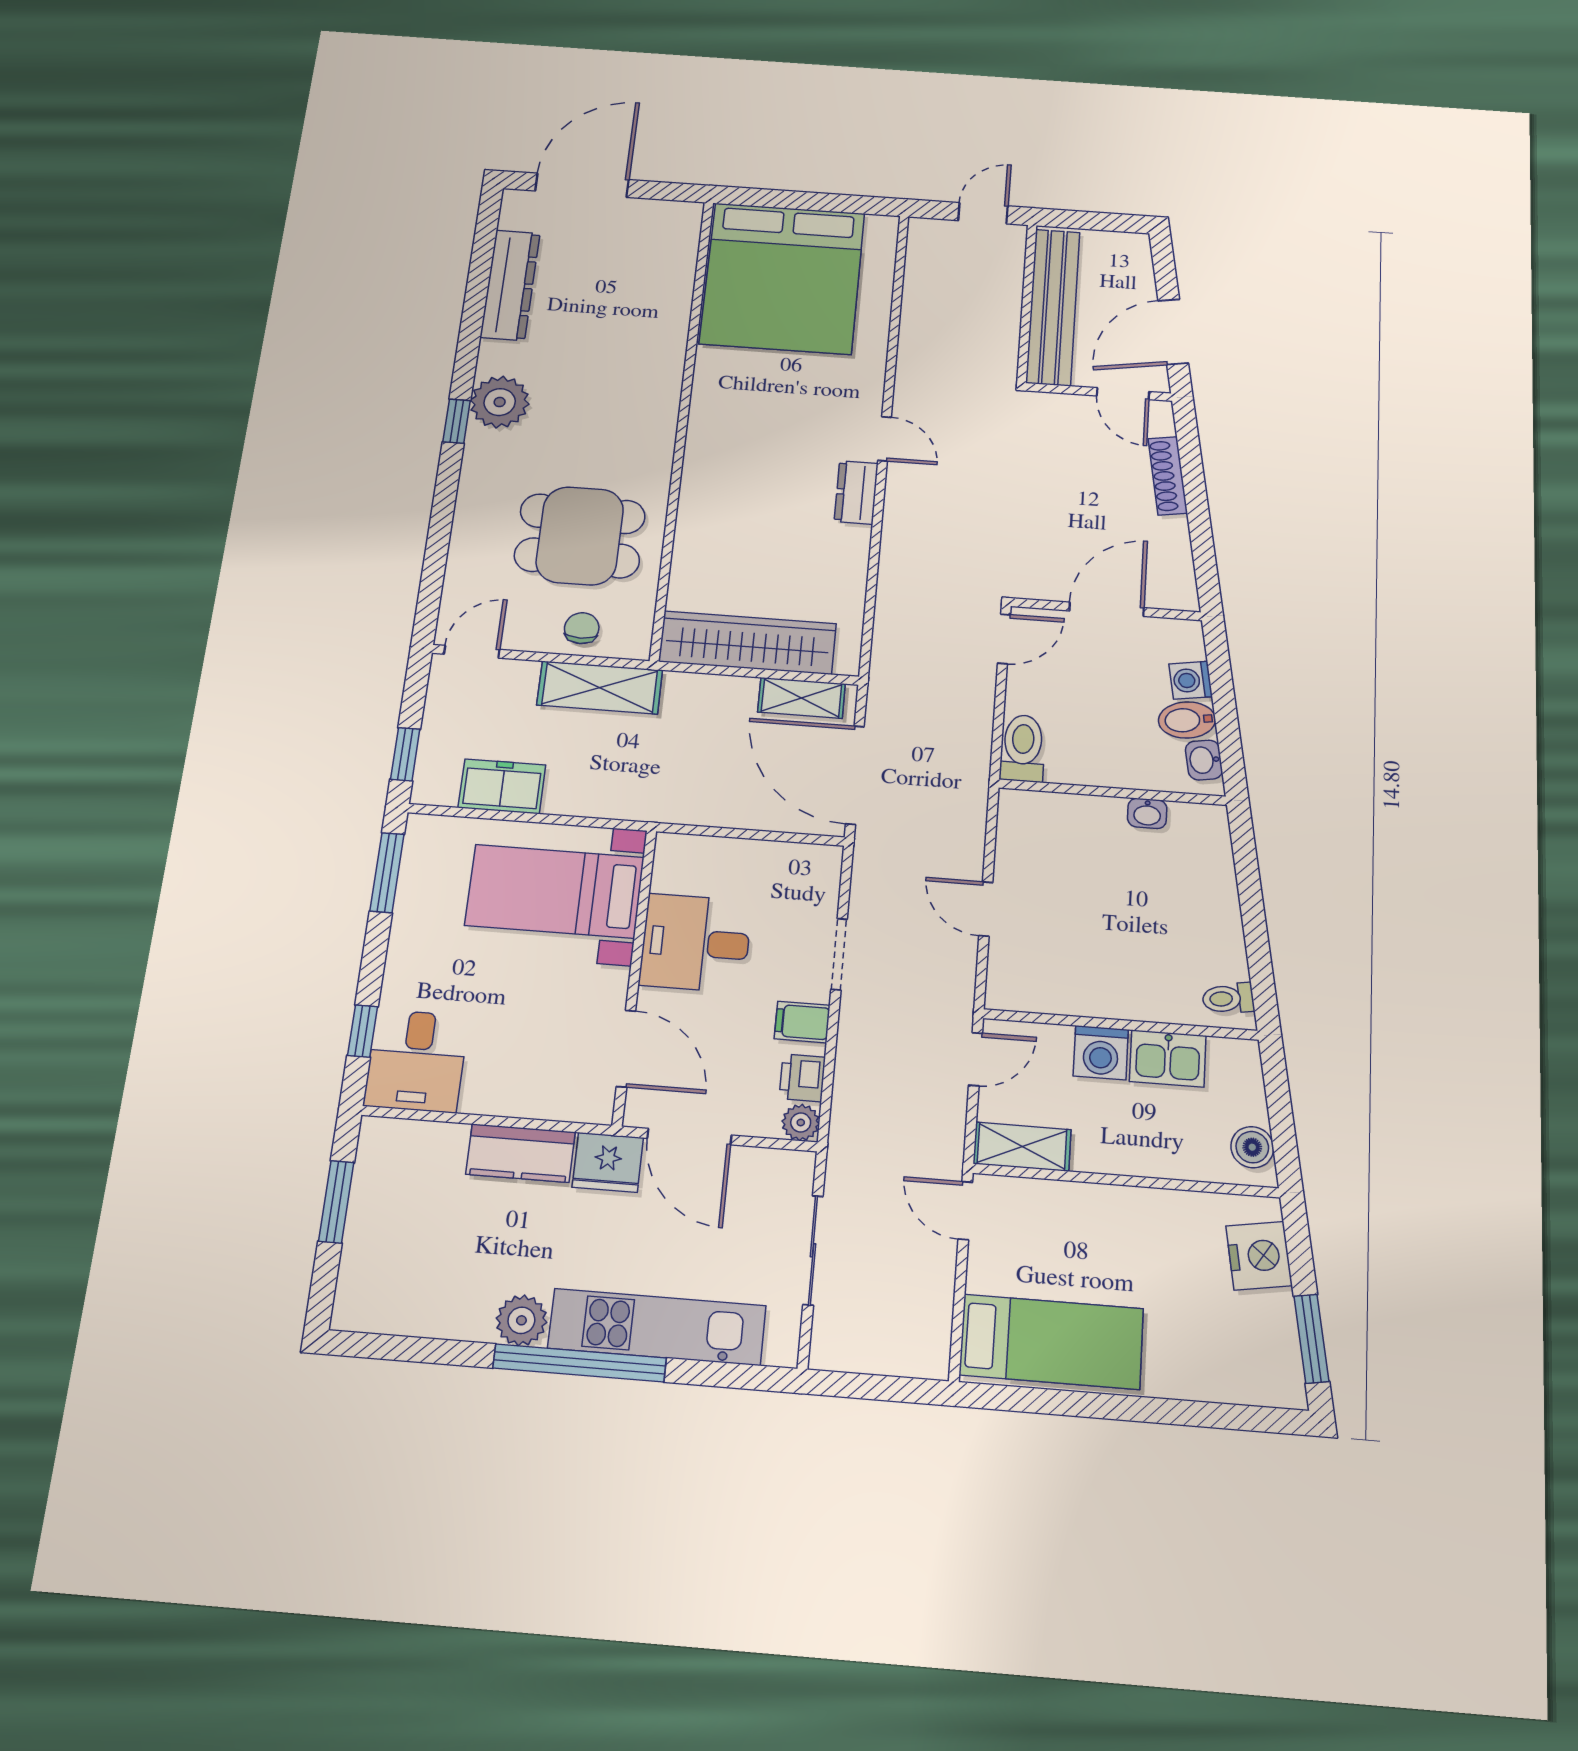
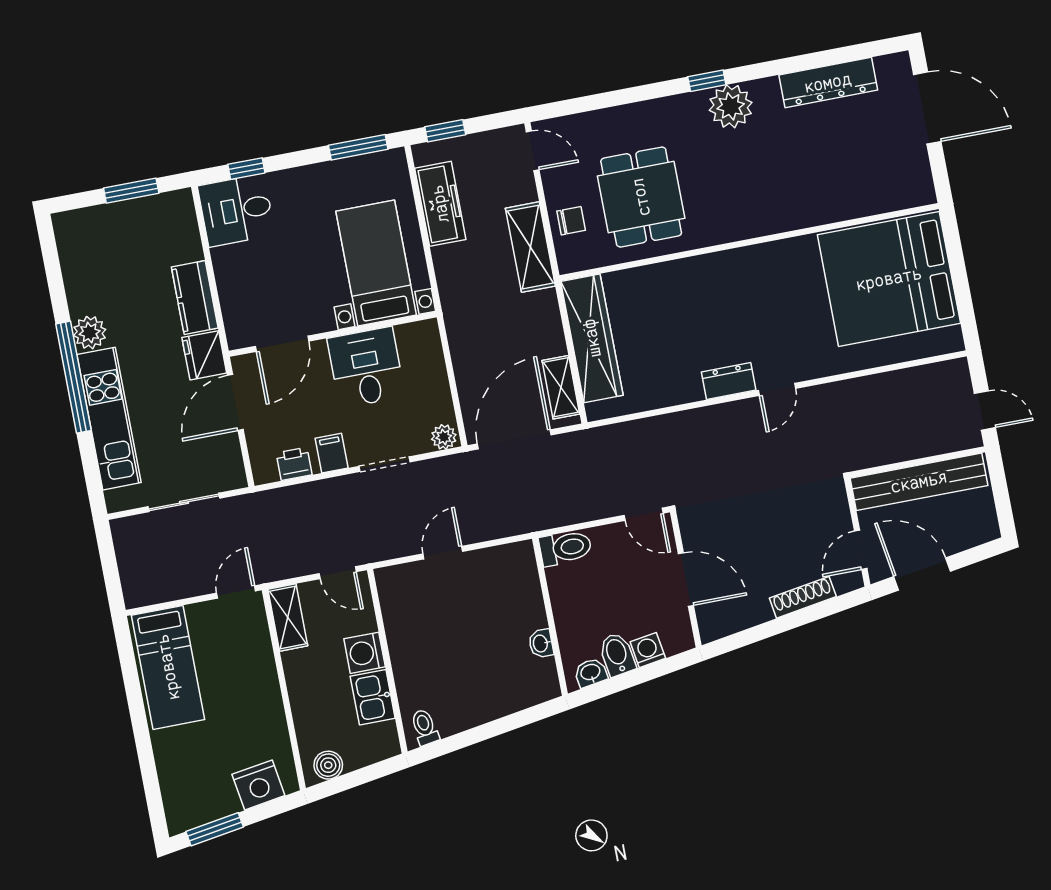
freezer: (502, 786) -> (440, 204), width x1.40
plant: (801, 1123) -> (444, 437), moved

